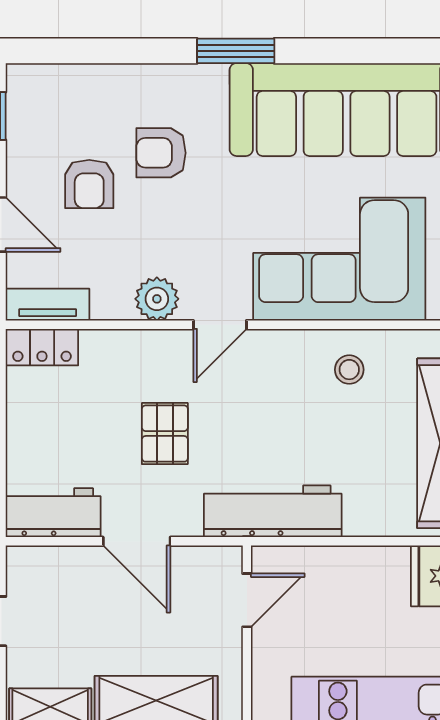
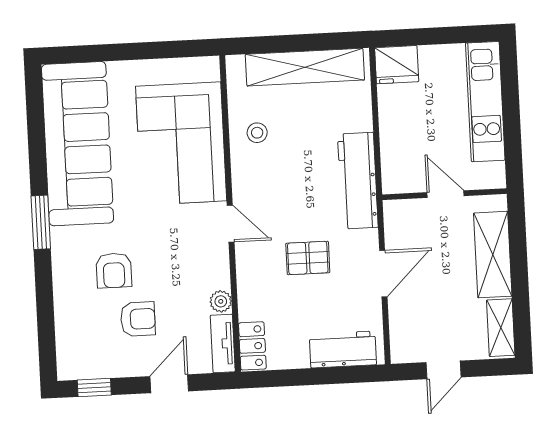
plant: (157, 299) -> (221, 301), moved, width x0.73, depth x0.73
workbench: (53, 513) -> (343, 349), moved, turned 90
door: (247, 600) -> (445, 194), moved

